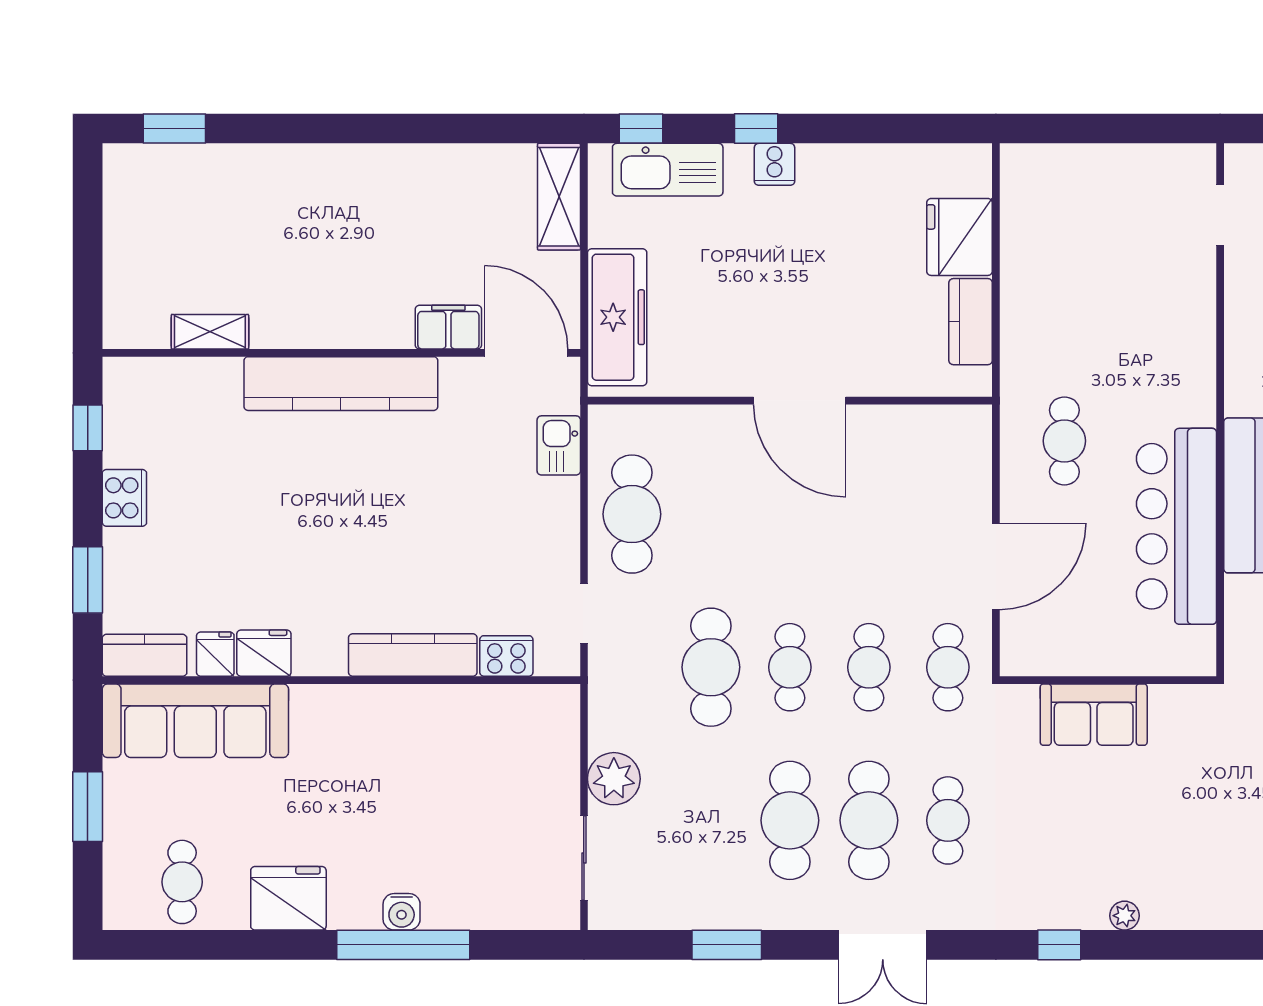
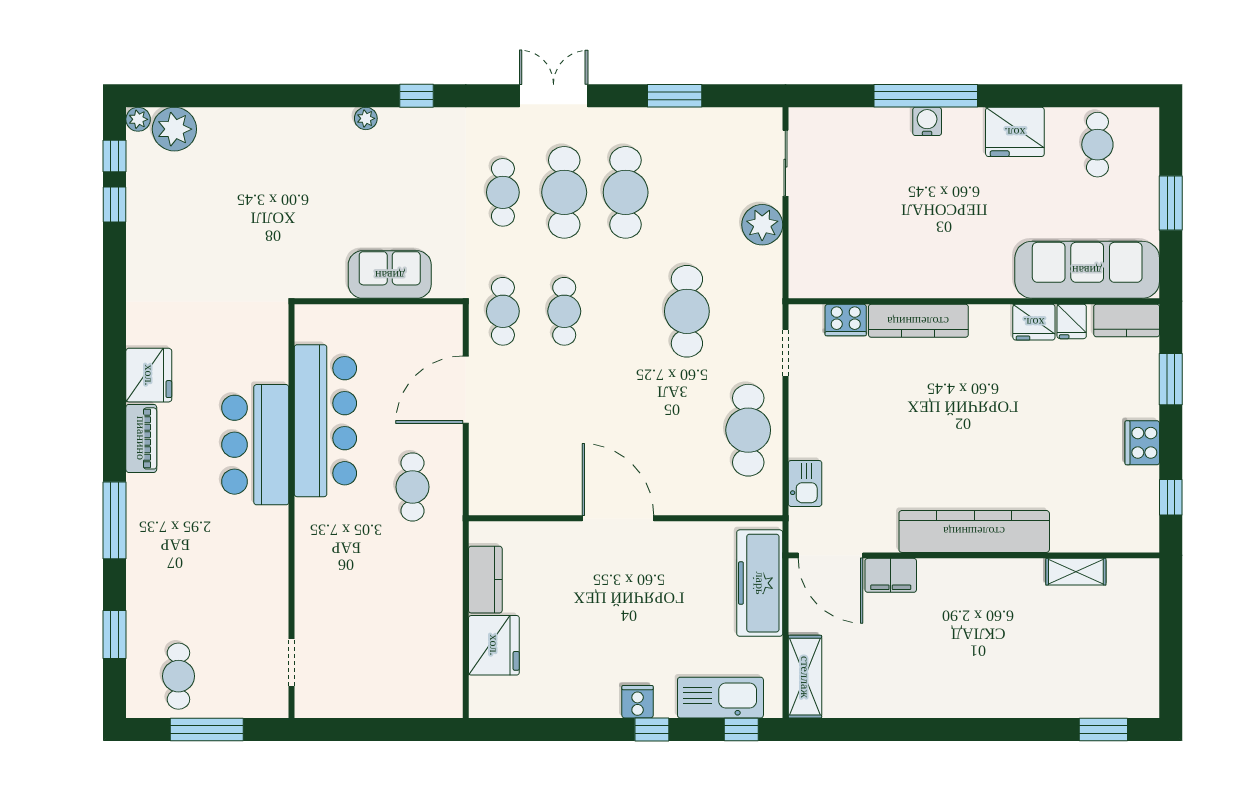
cafe table: (790, 667) -> (626, 311), removed

